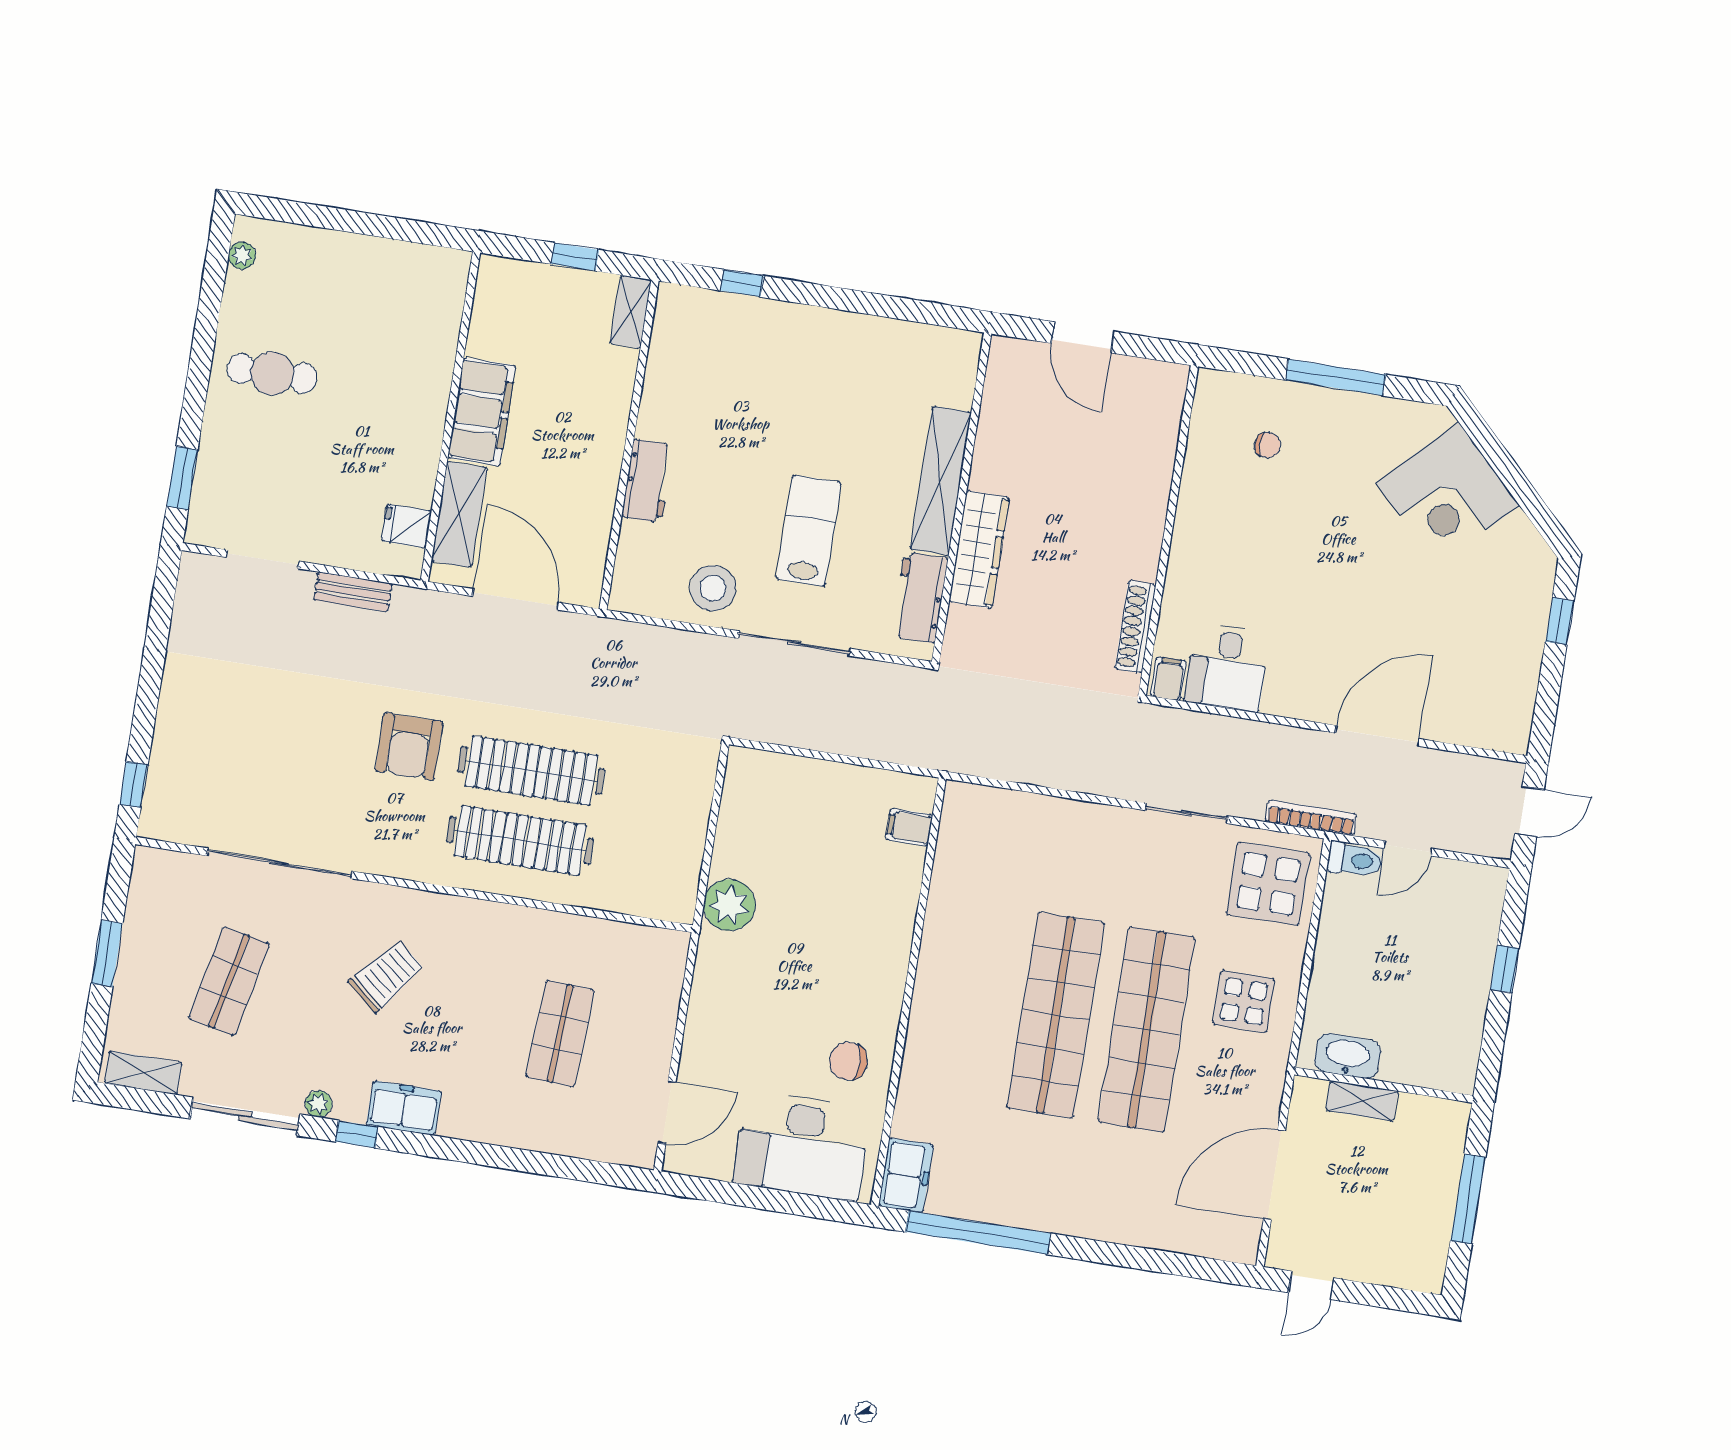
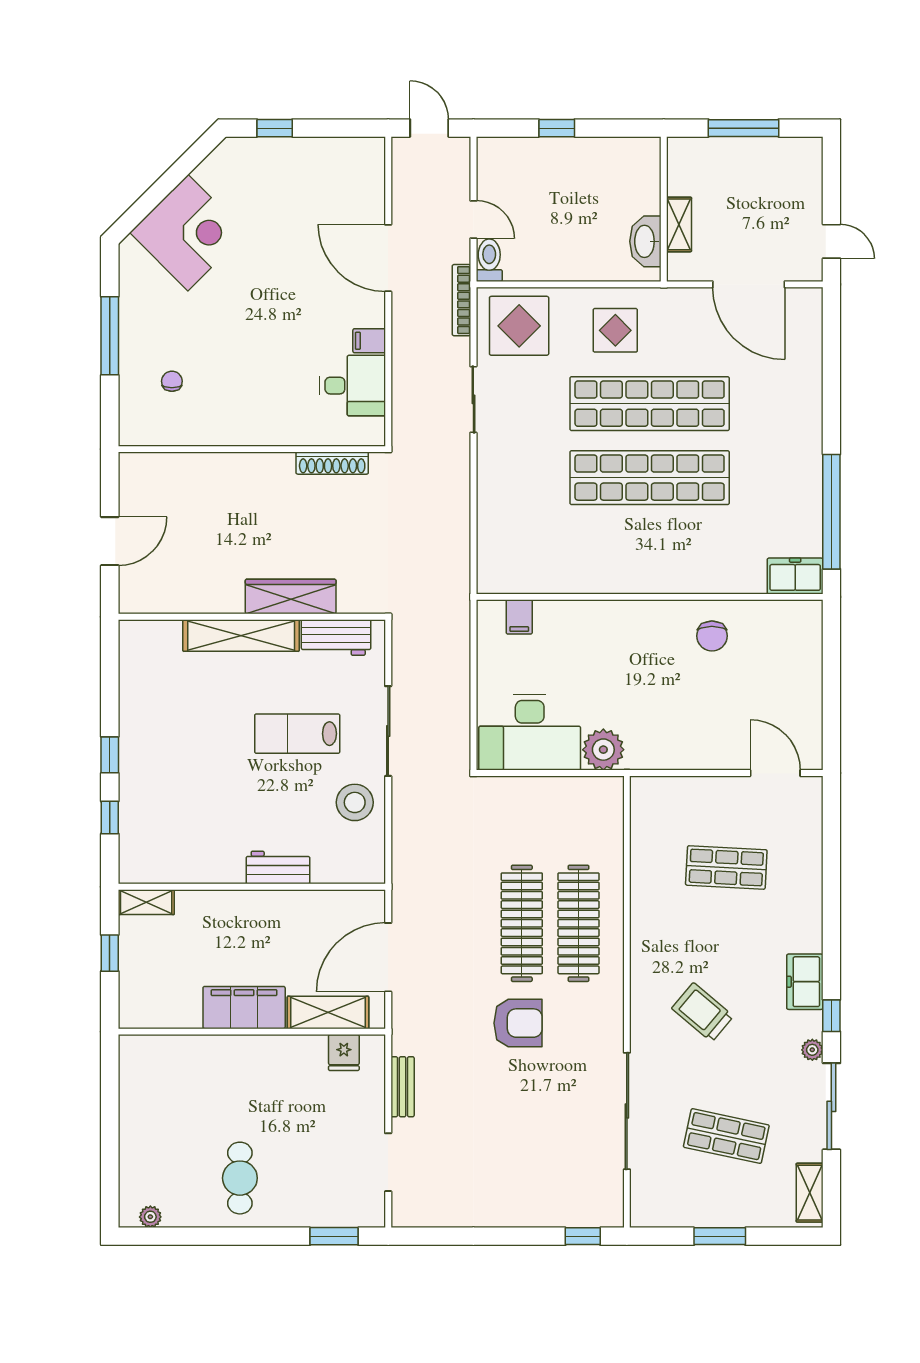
window: (819, 296) -> (110, 755), added
filing cabinet: (1169, 679) -> (369, 341), moved
desk: (802, 1146) -> (530, 732), moved, turned 90

